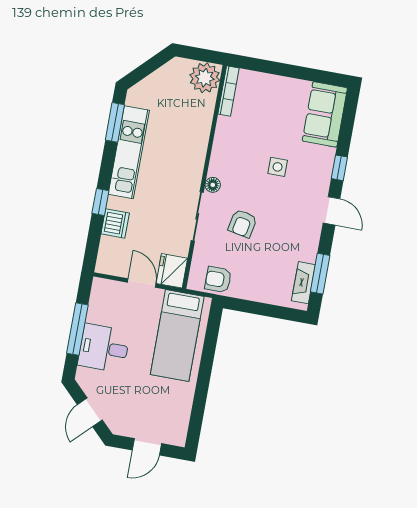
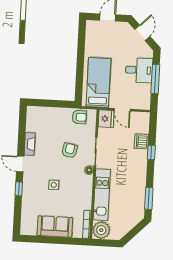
sofa: (325, 114) -> (55, 227), moved, turned -90
kitchen unit: (129, 152) -> (102, 195), moved, turned 180
window: (320, 274) -> (22, 128), removed
fireplace: (303, 283) -> (30, 144), moved

